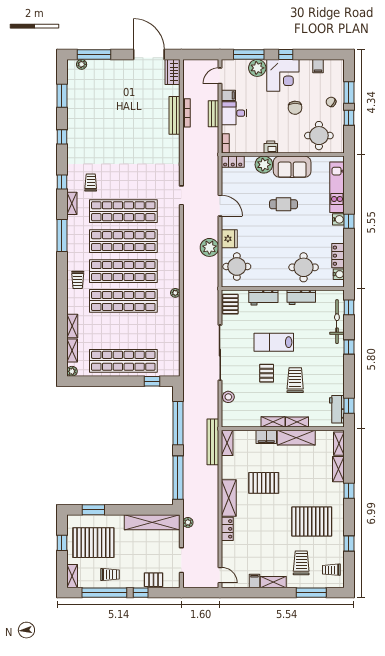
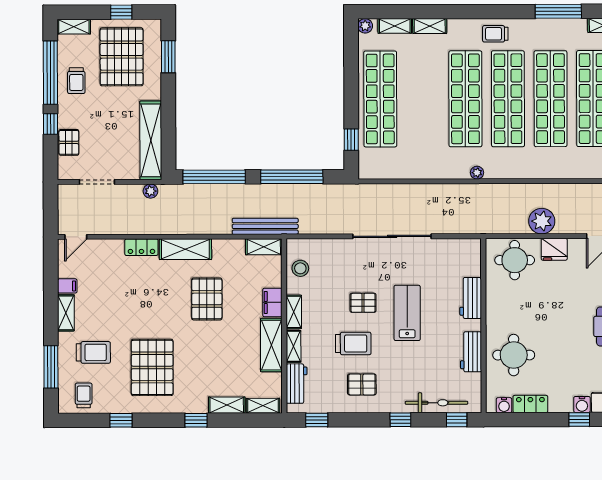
pallet: (230, 304) -> (362, 384), moved
stool: (228, 397) -> (300, 268), moved
workbench: (337, 409) -> (297, 384), moved, turned 90

